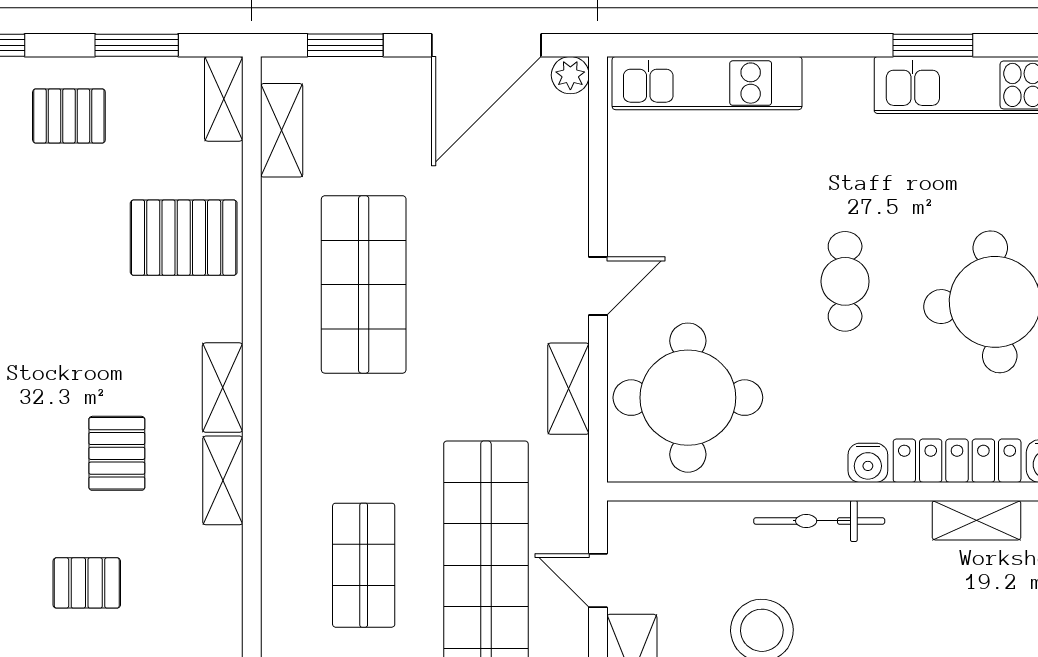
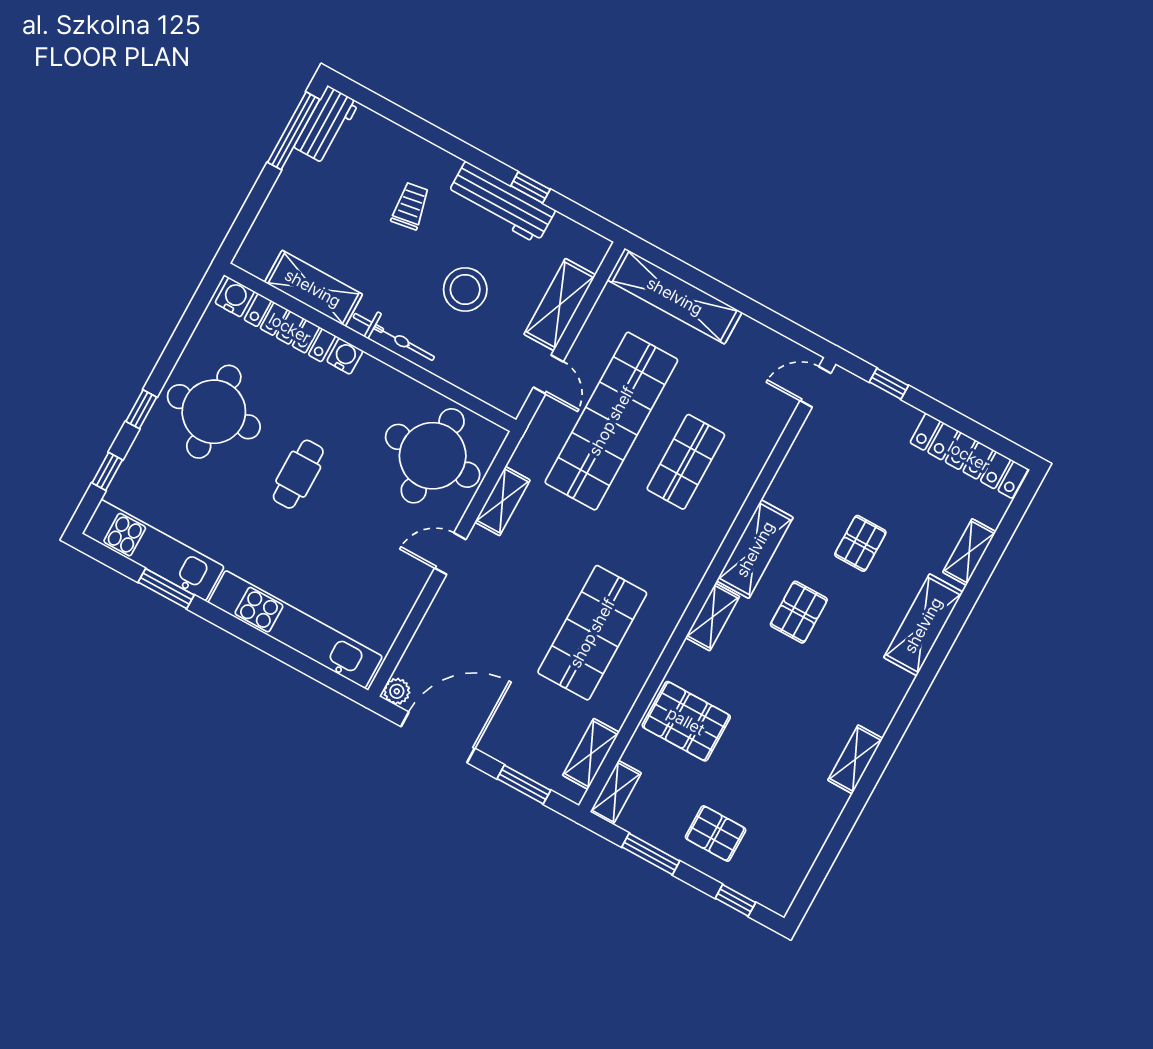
kitchen unit: (707, 83) -> (295, 629), width x1.36
shelving: (223, 480) -> (755, 549), width x1.50, depth x1.33
shelving: (977, 520) -> (313, 288), width x1.50, depth x1.33
pallet: (87, 583) -> (860, 543), turned 90

